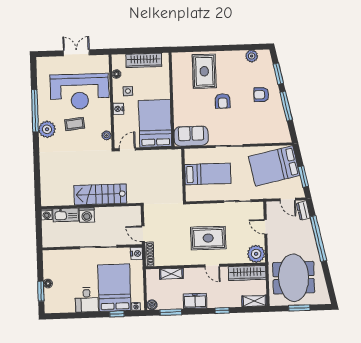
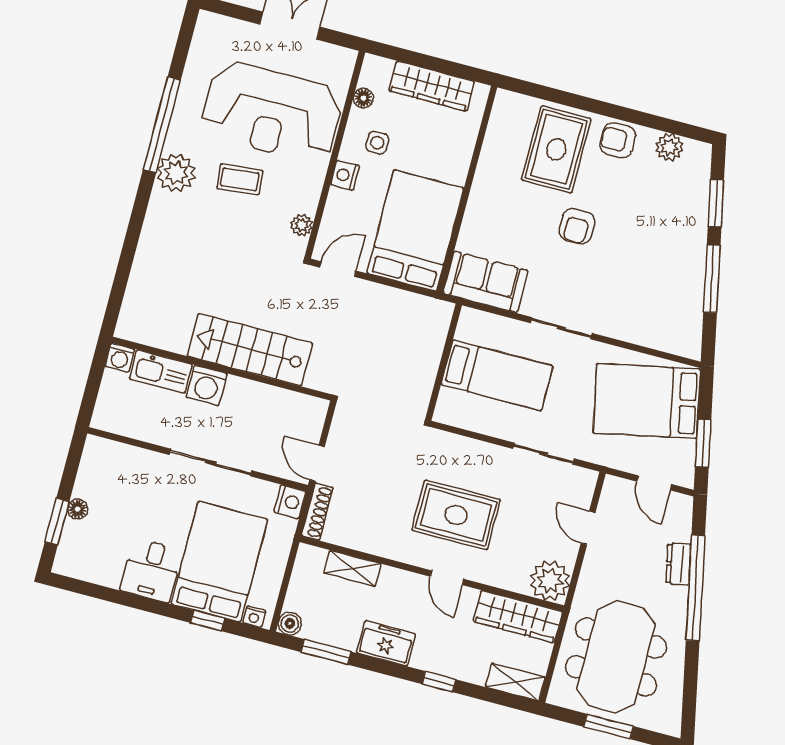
armchair: (261, 95) -> (618, 140), moved
dresser: (303, 210) -> (678, 564), moved

